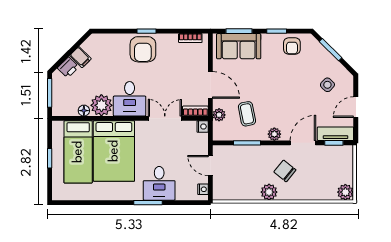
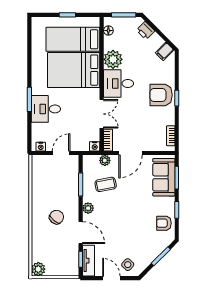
filing cabinet: (80, 57) -> (165, 51), moved
side table: (327, 85) -> (128, 265), moved
floor lamp: (84, 111) -> (108, 31), moved
plant: (269, 192) -> (38, 203), removed

